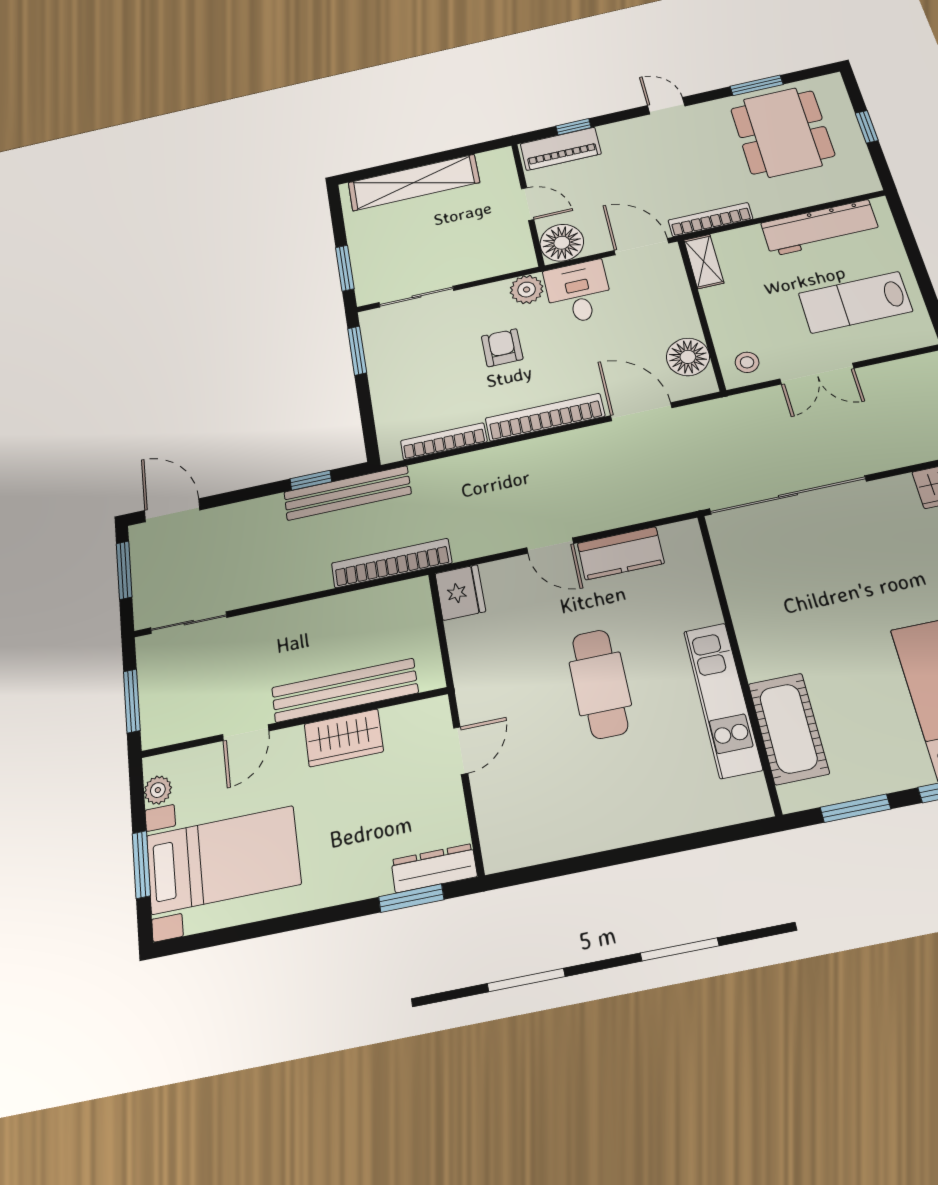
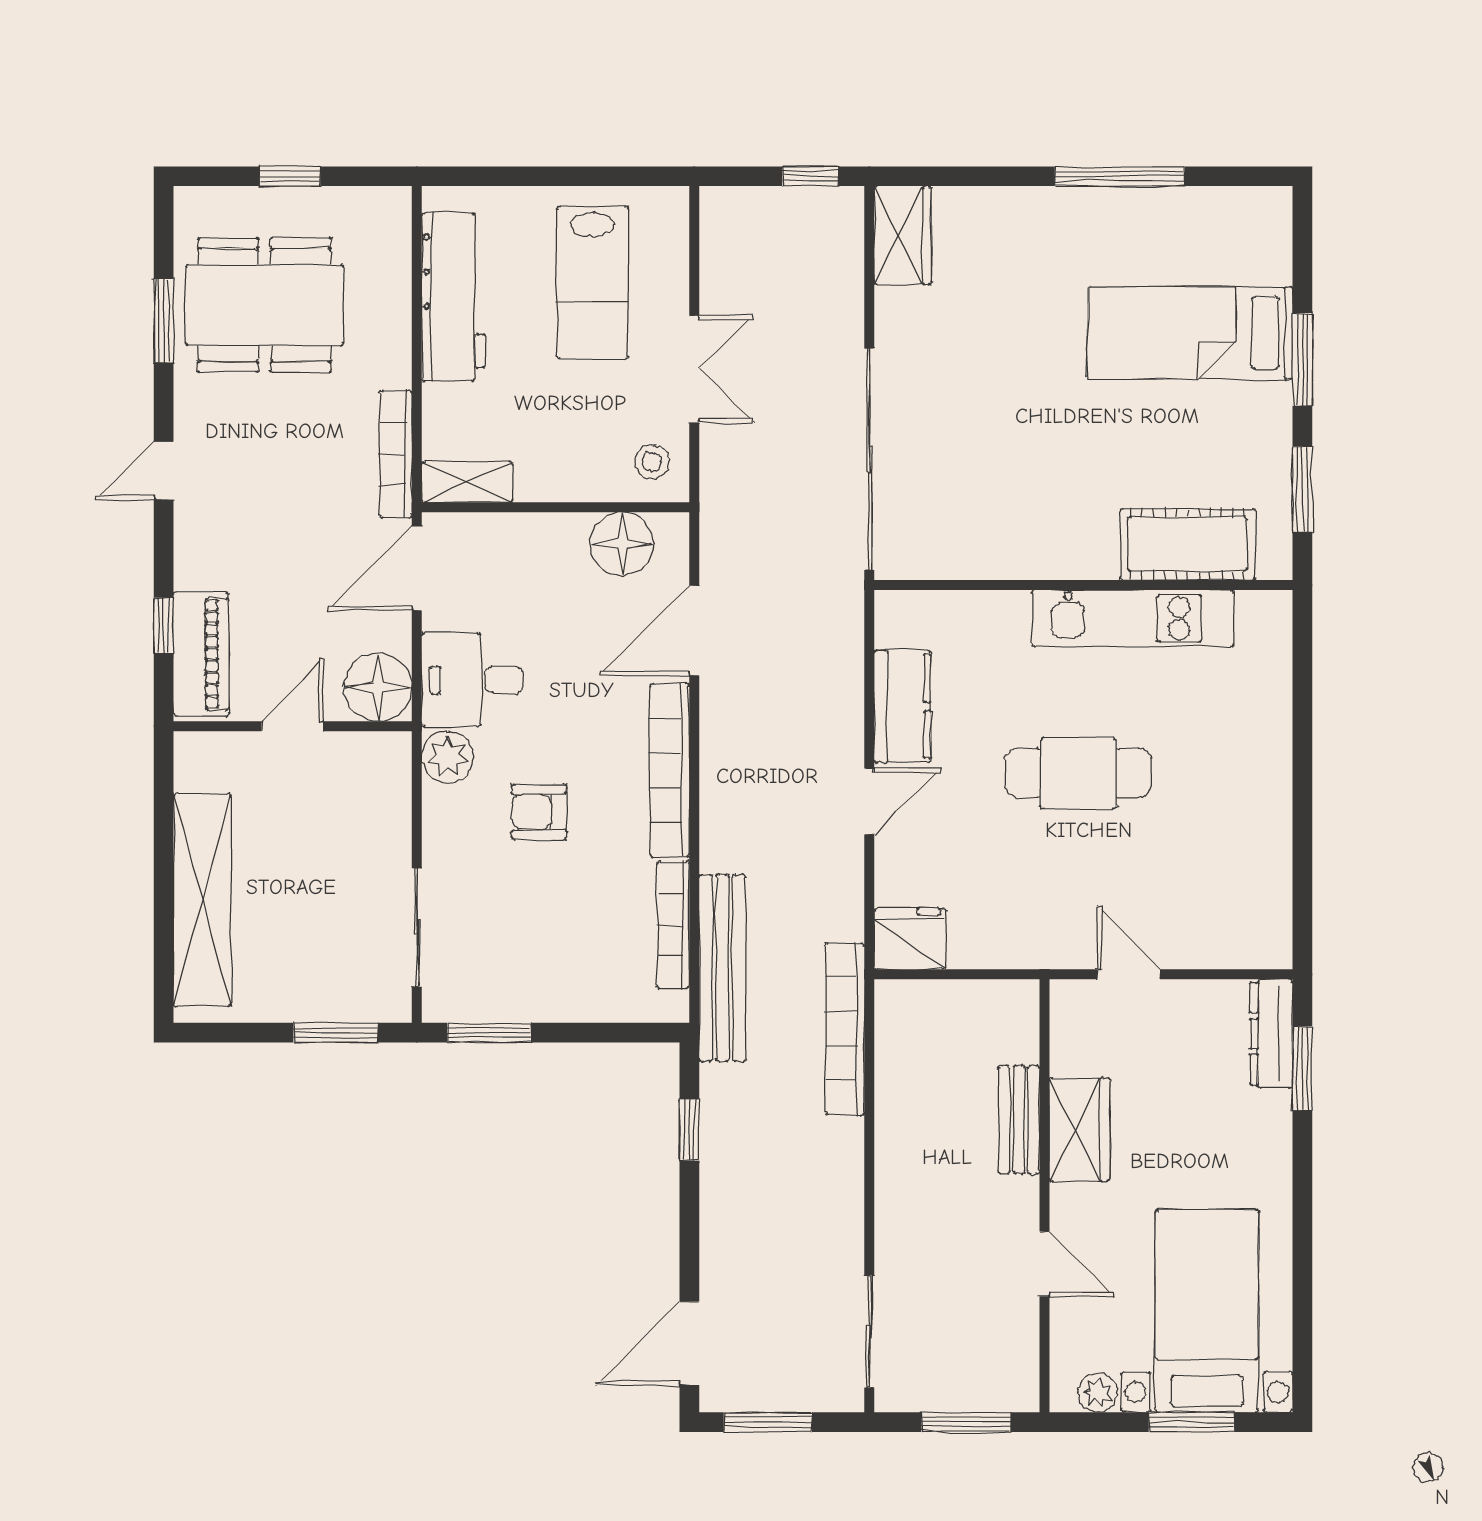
bench: (347, 493) -> (722, 968), moved
bench: (345, 690) -> (1019, 1120), width x0.54, depth x0.82

